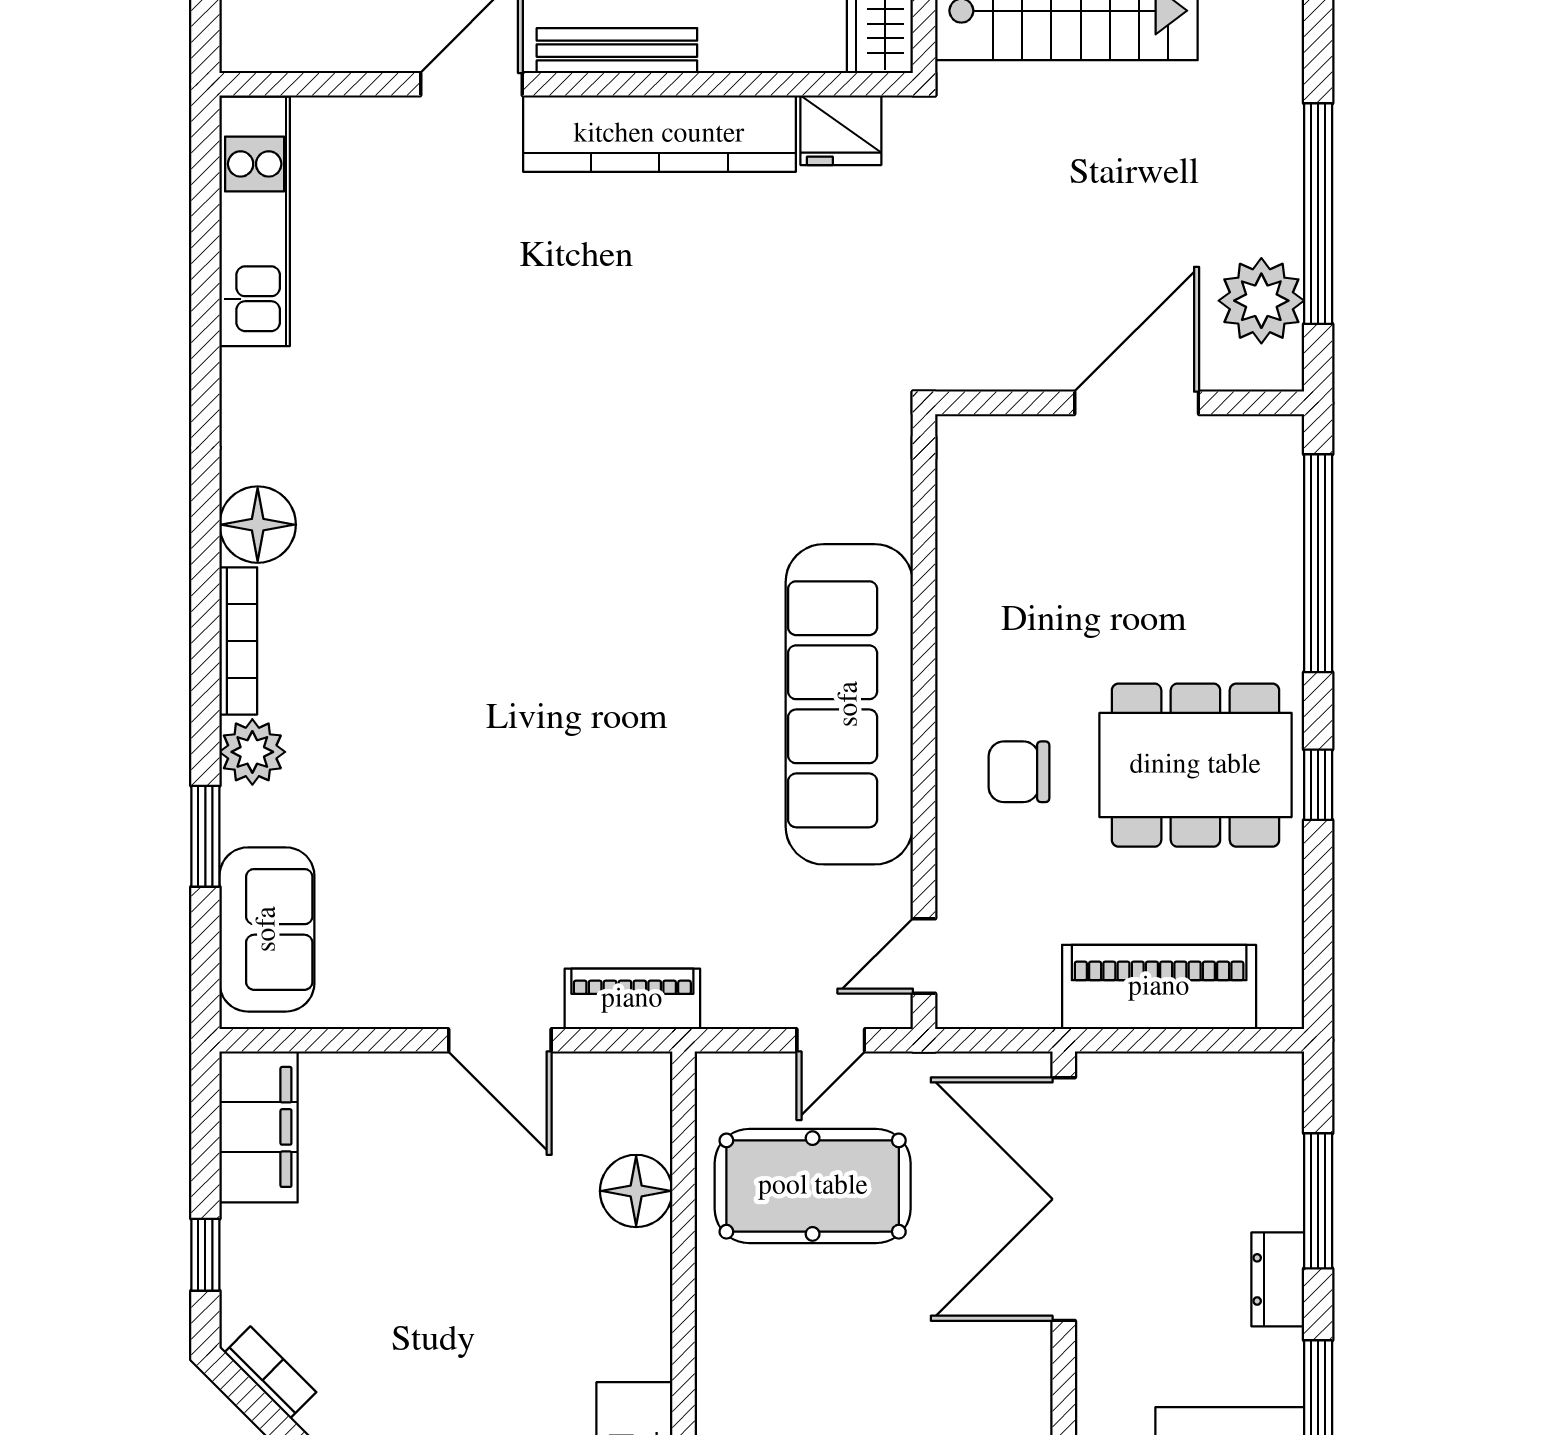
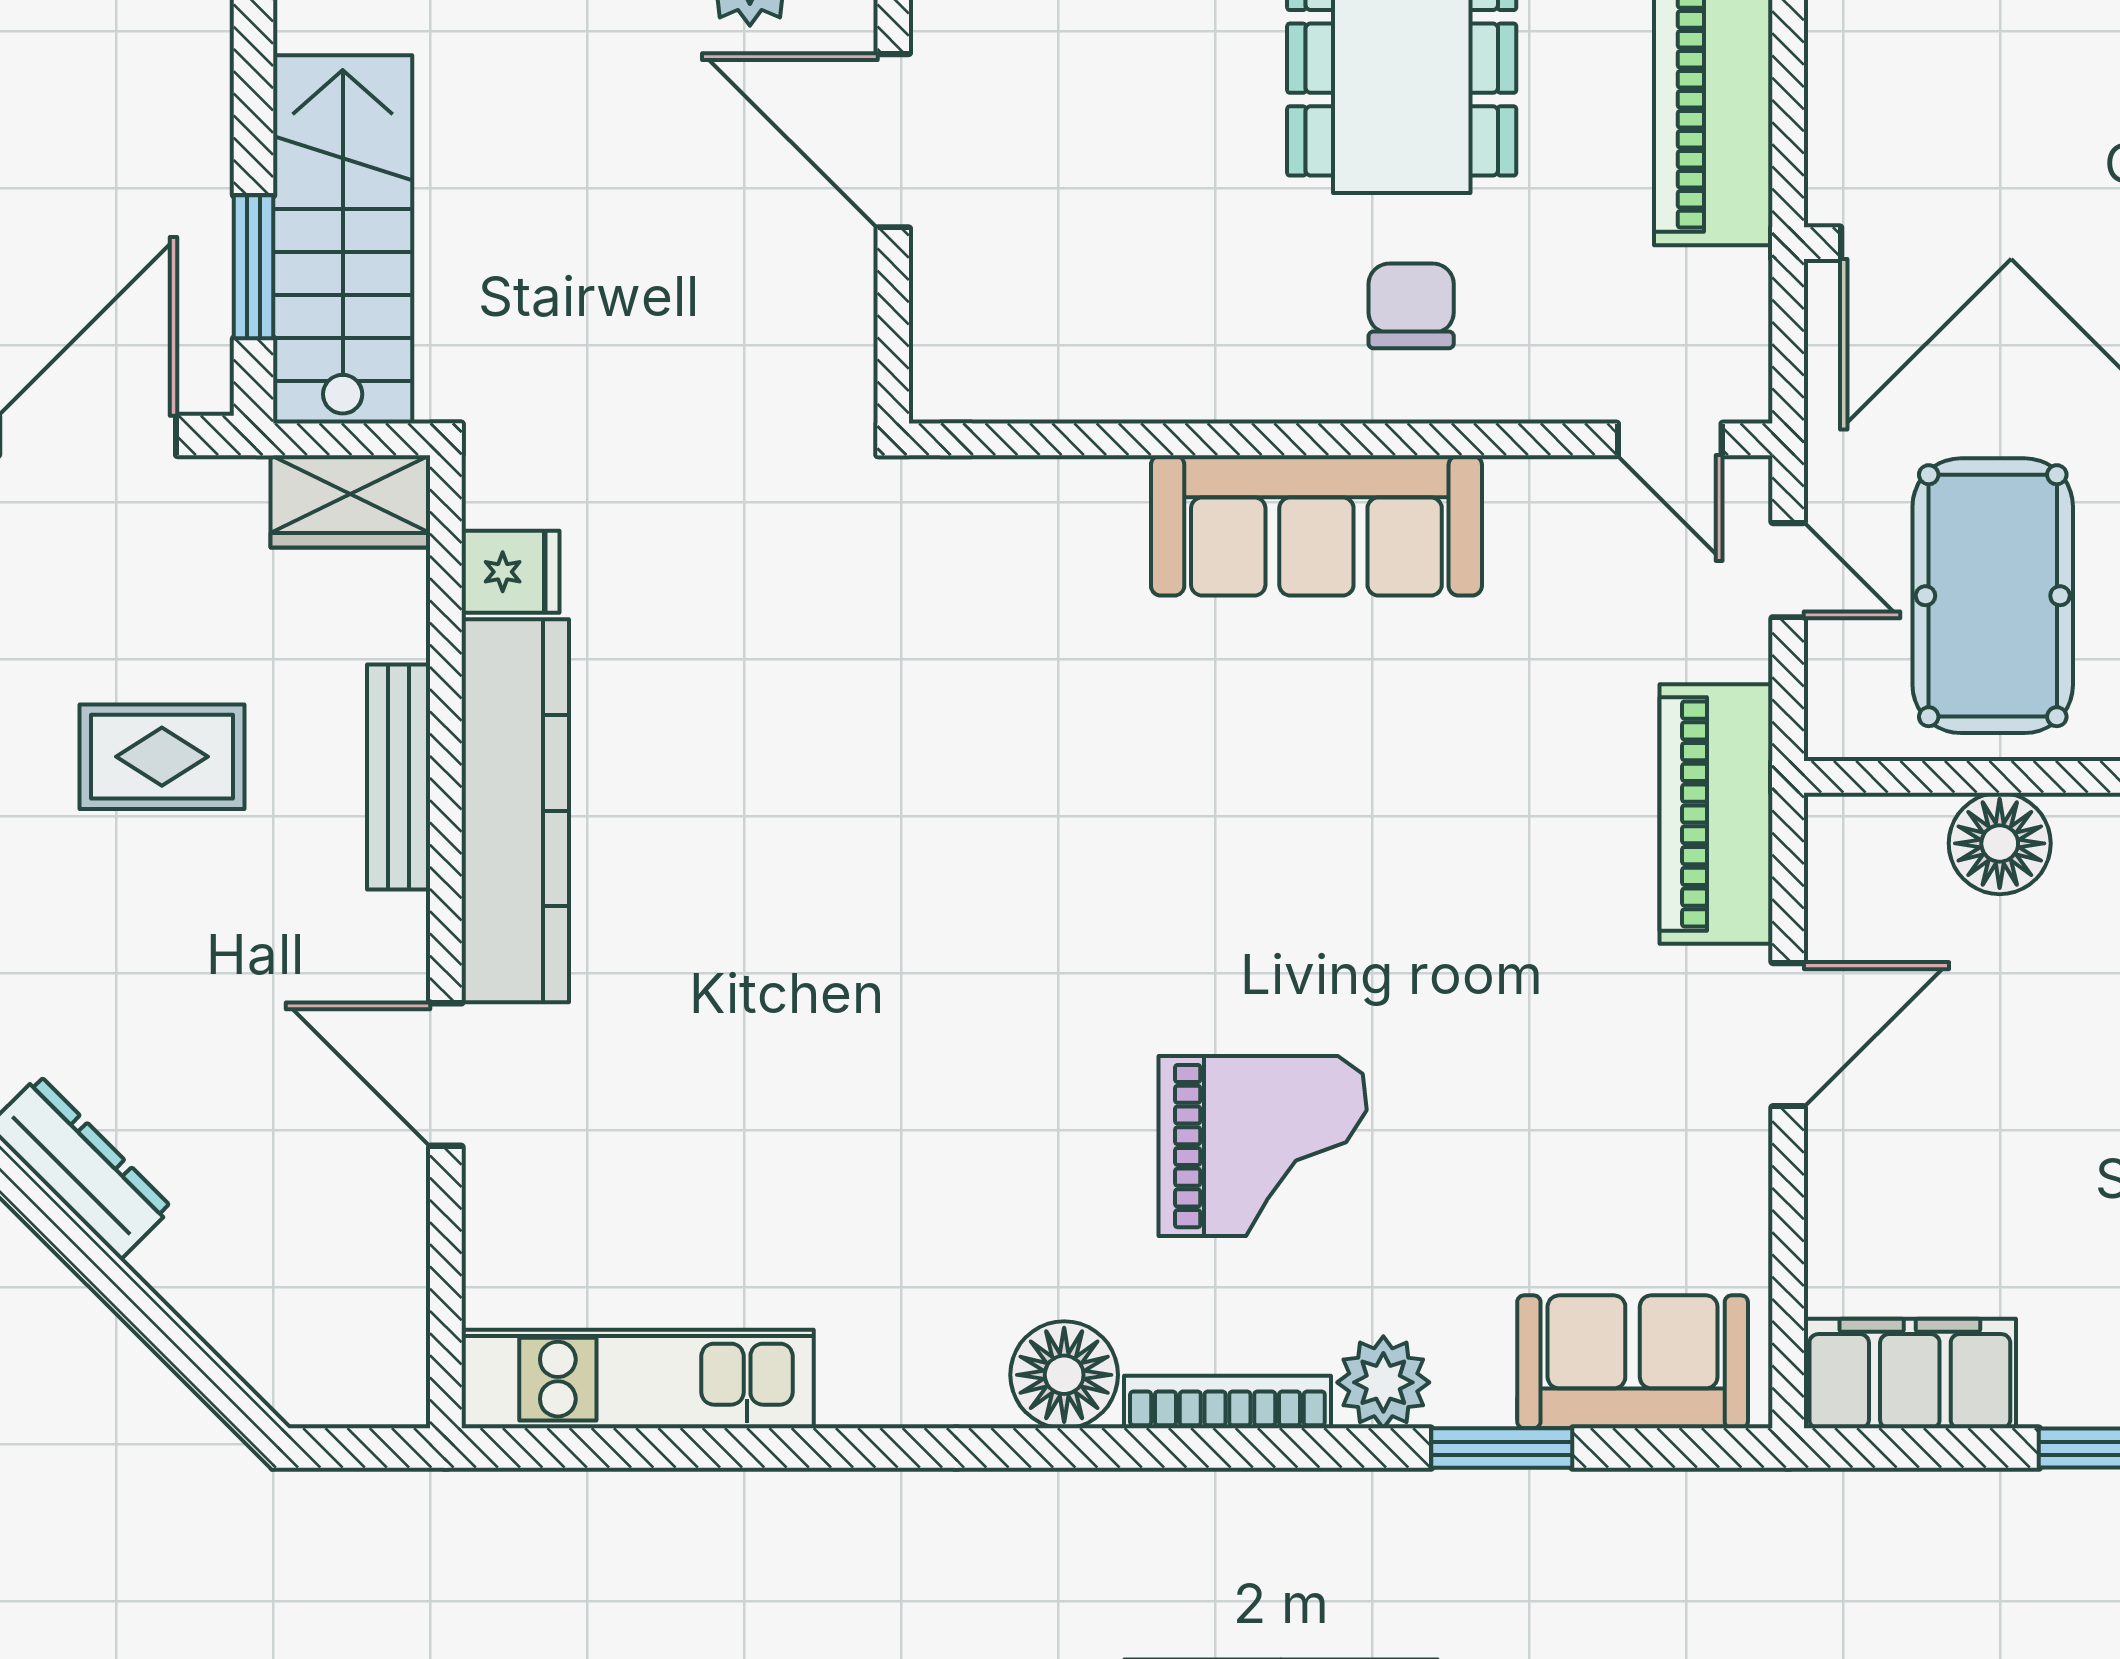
bench: (617, 51) -> (399, 777), moved
fridge: (841, 130) -> (510, 572), width x0.72
grand piano: (421, 666) -> (1263, 1146), added
sofa: (849, 704) -> (1316, 525), width x0.74, depth x0.79
chair: (1019, 772) -> (1411, 306), turned 180
piano: (632, 999) -> (1716, 814), width x1.37, depth x1.33

